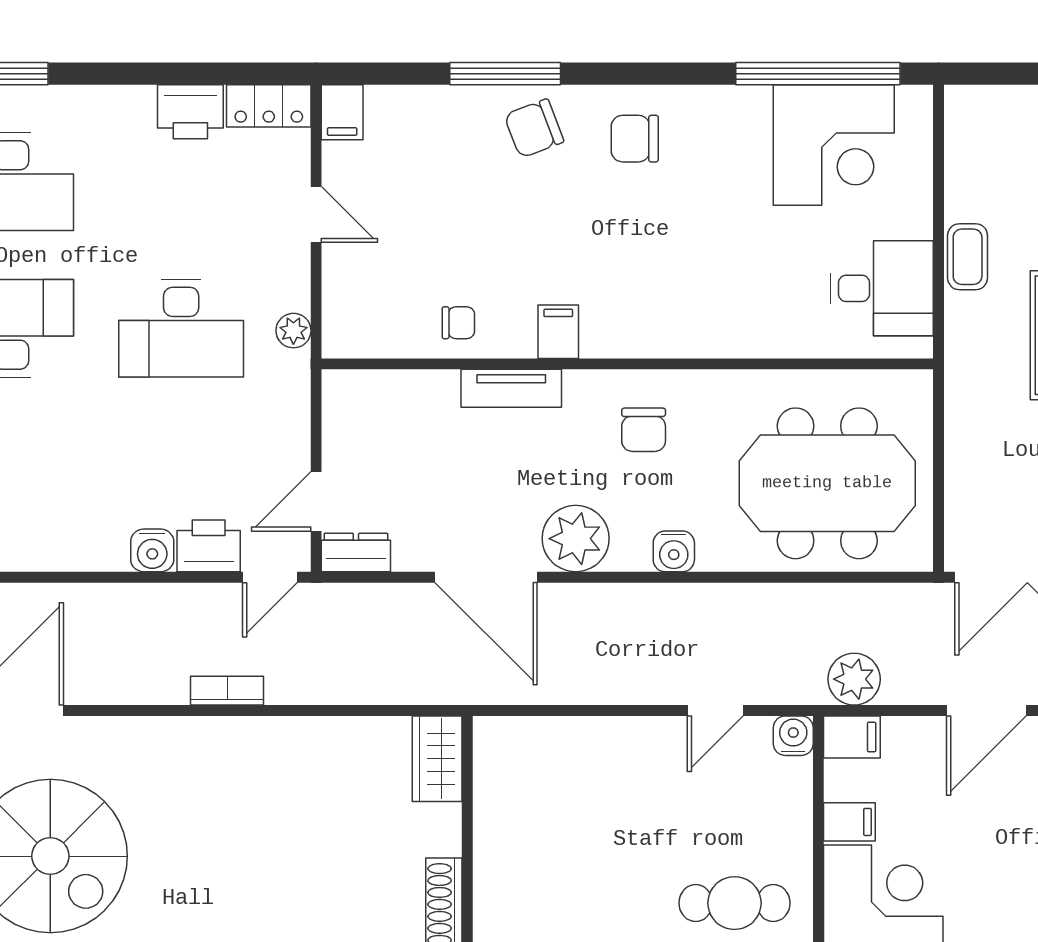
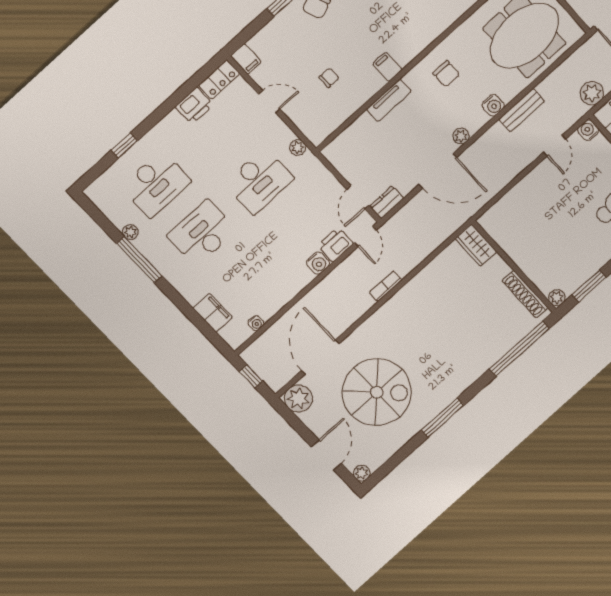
chair: (458, 323) -> (329, 78), moved
plant: (576, 539) -> (461, 136), width x0.53, depth x0.53
bench: (713, 602) -> (522, 110), added

